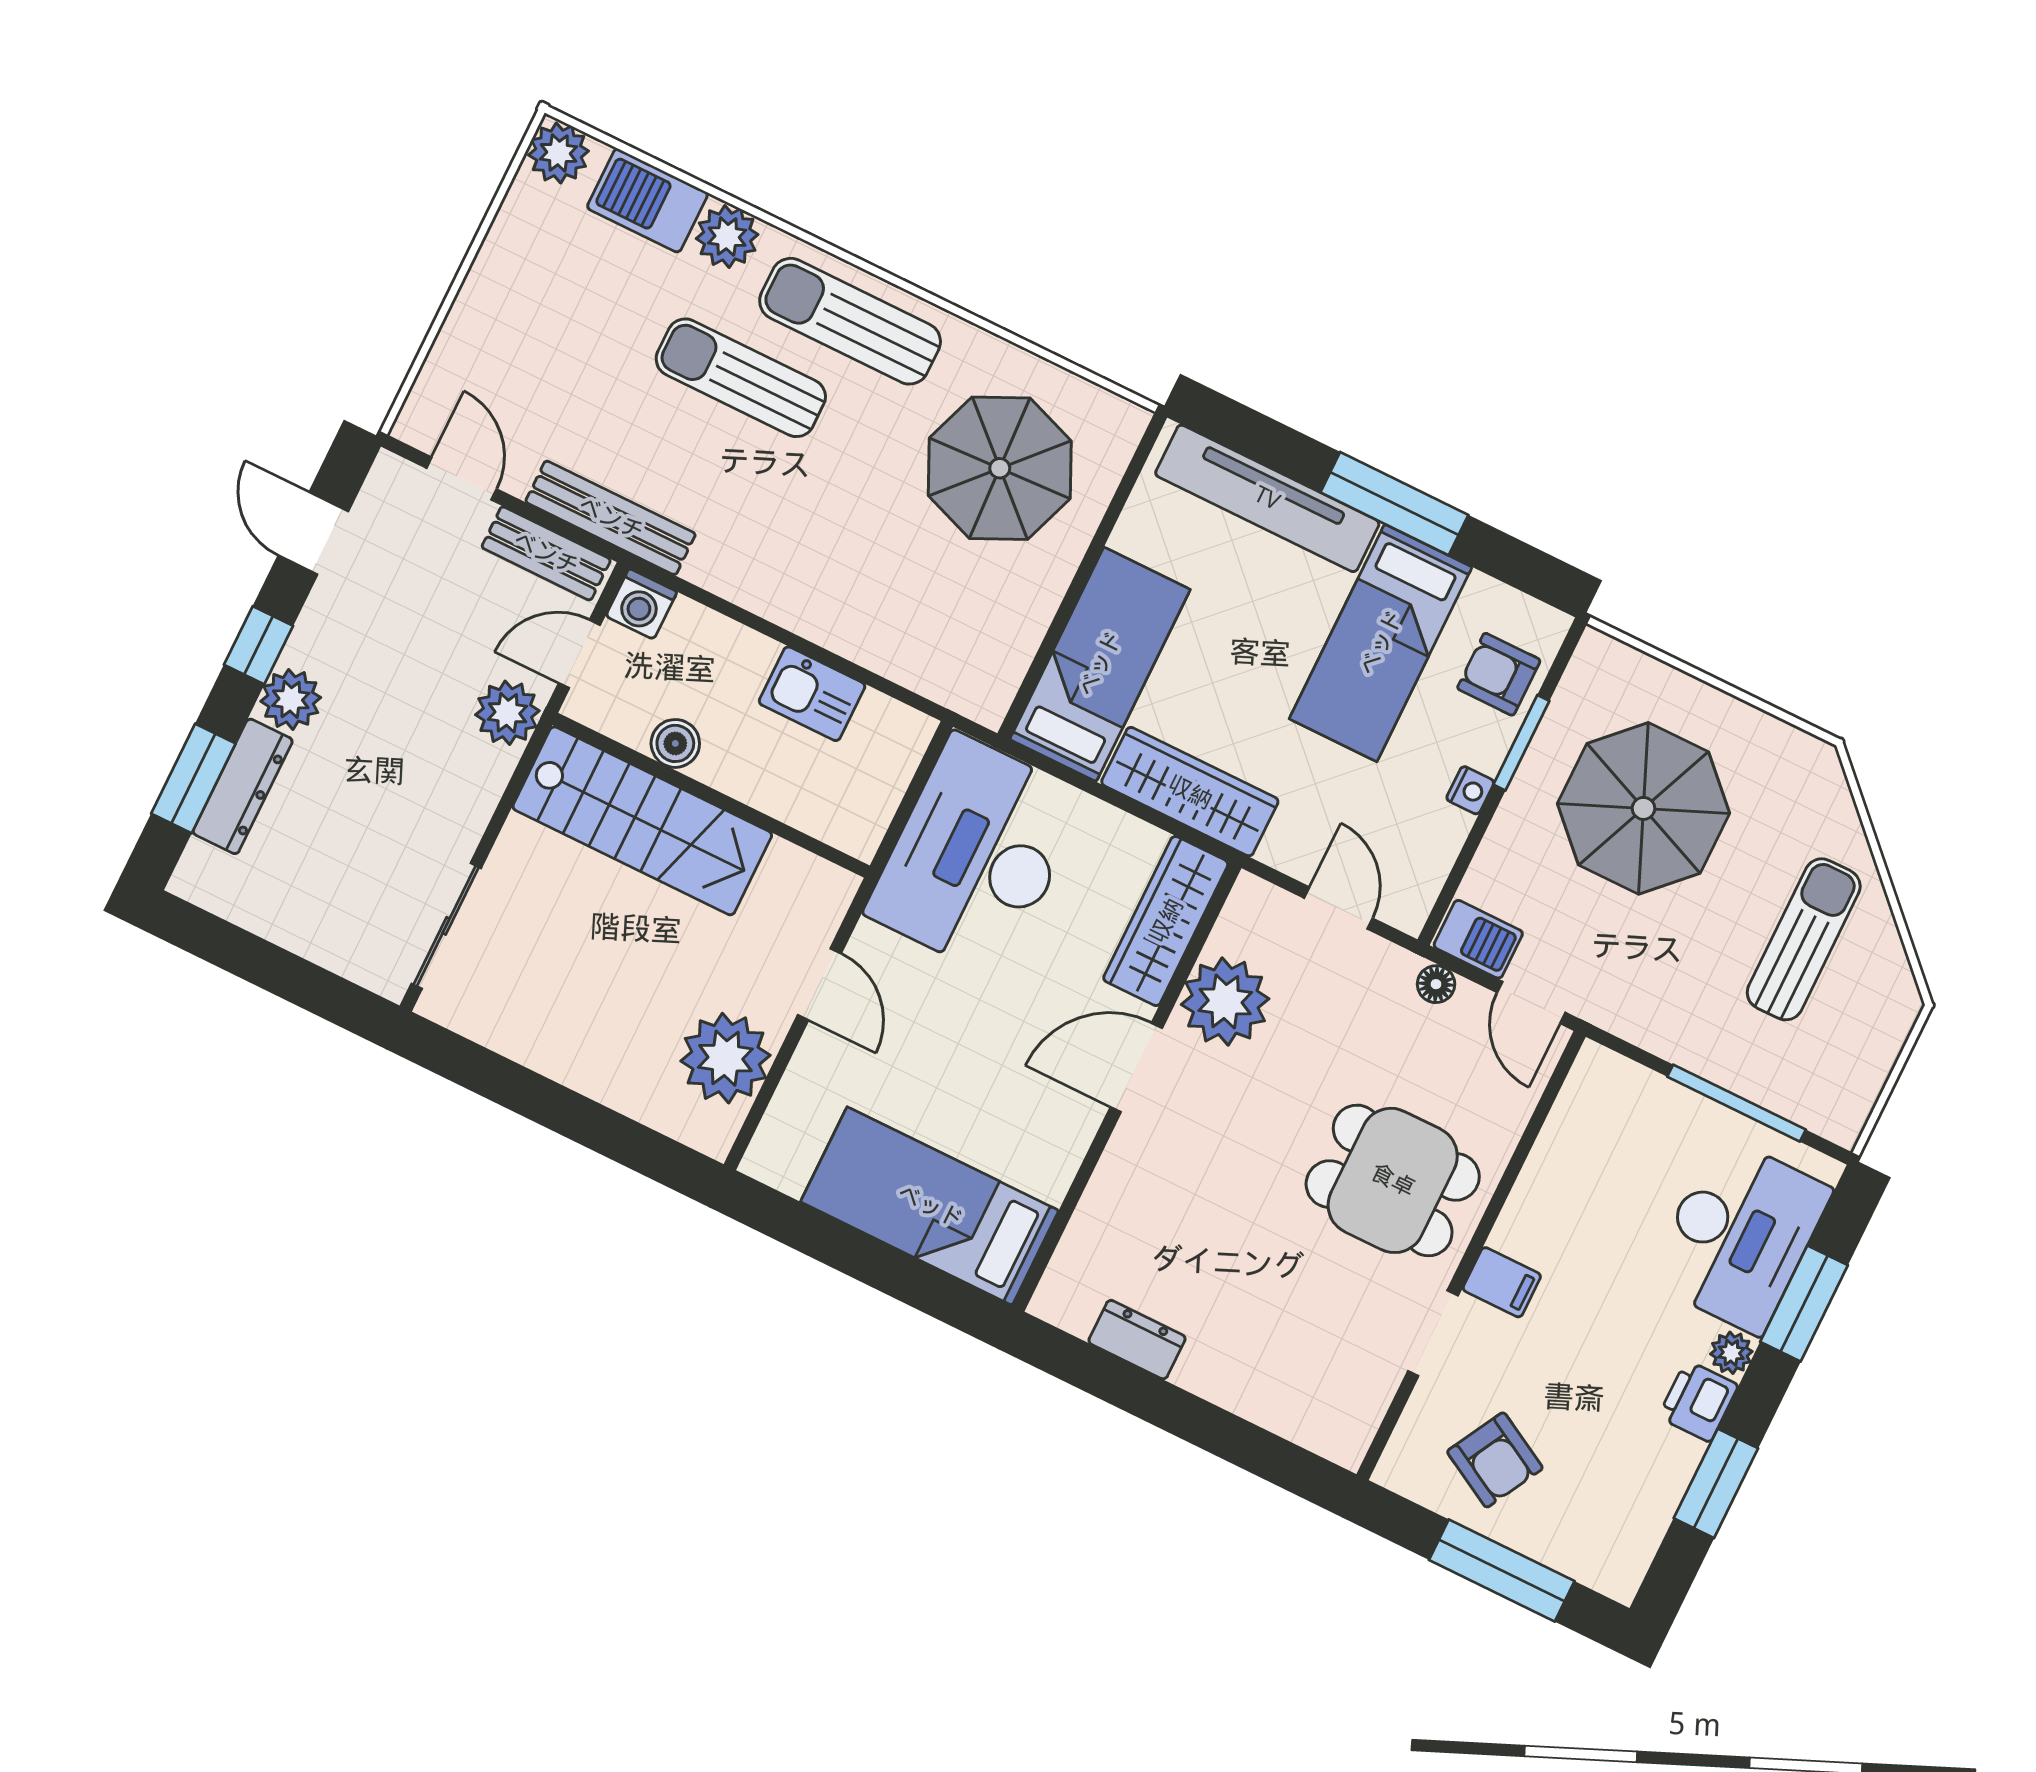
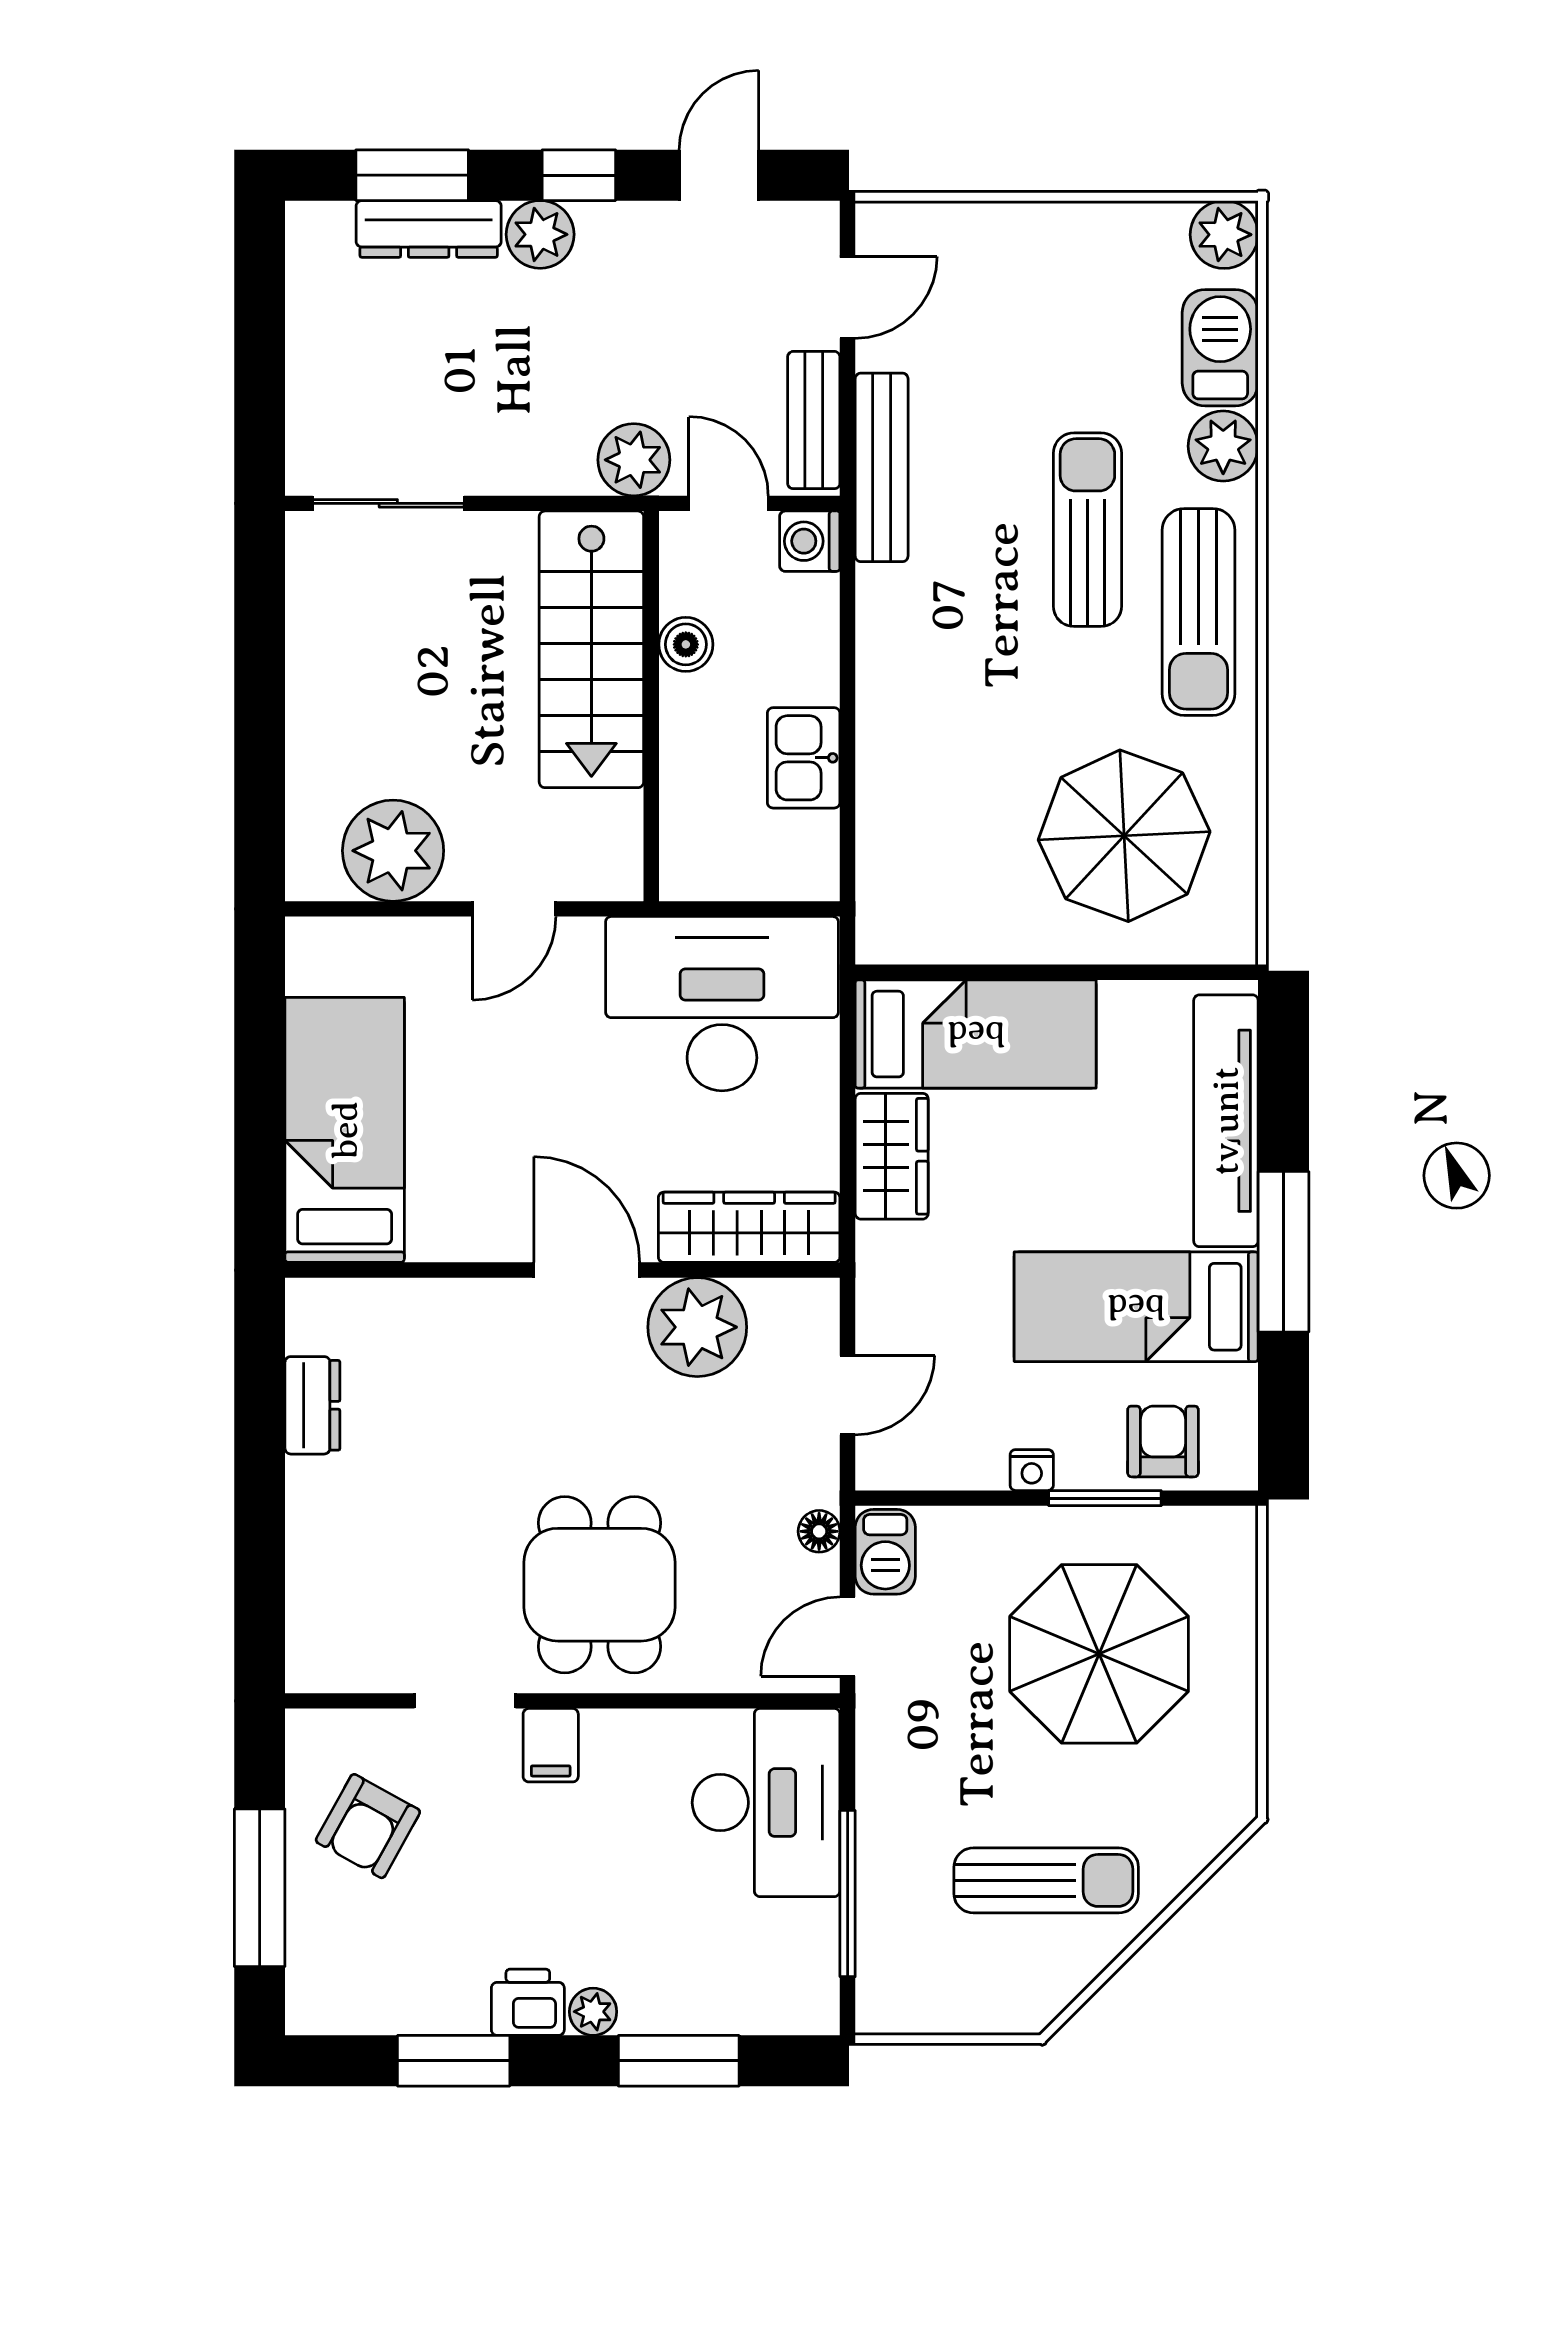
sun lounger: (850, 321) -> (1198, 612), turned 180
wardrobe: (1190, 792) -> (892, 1156), width x0.67
desk: (1739, 1235) -> (766, 1803), moved, turned -90

